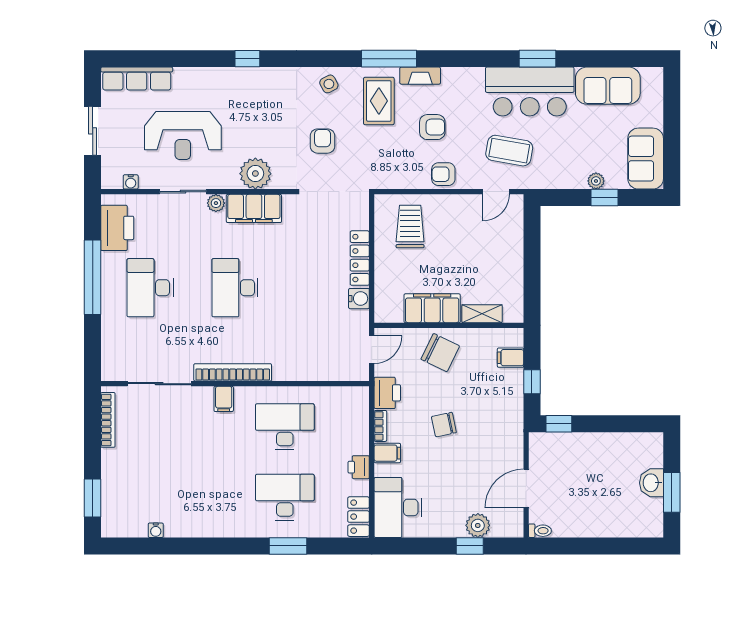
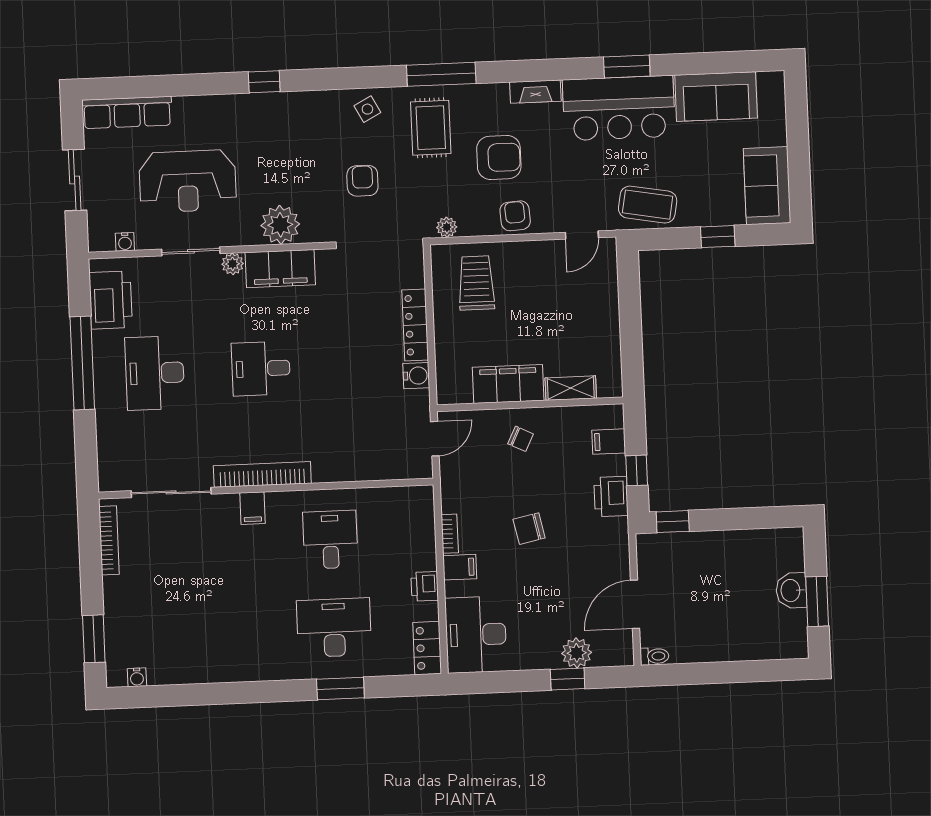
fireplace: (420, 76) -> (535, 92), moved
armchair: (432, 127) -> (499, 158), width x1.38, depth x1.38
coffee table: (509, 151) -> (648, 205), moved
armchair: (443, 174) -> (515, 216), turned 86
plant: (596, 181) -> (447, 227), moved
desk: (235, 288) -> (261, 369), width x0.73
chair: (440, 353) -> (521, 439), width x0.54, depth x0.54
printer: (387, 393) -> (611, 497), moved, turned 180
desk: (285, 427) -> (330, 540), width x0.73
water cooler: (156, 530) -> (137, 677), moved

